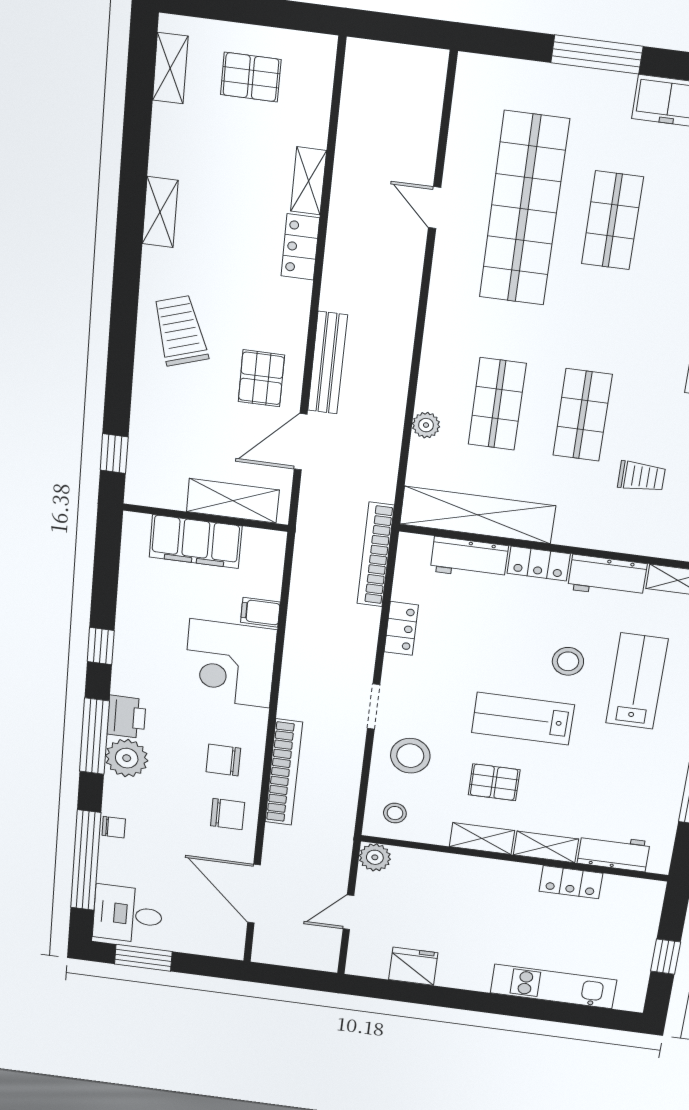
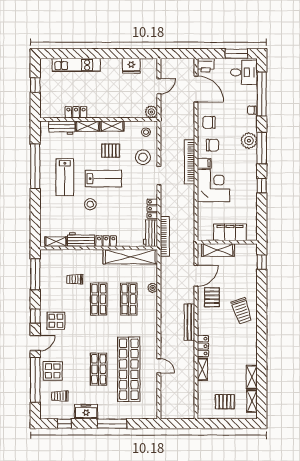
shelving: (160, 212) -> (252, 377), moved
bench: (328, 363) -> (189, 322), moved
workbench: (469, 558) -> (151, 233), moved, turned -90
filing cabinet: (260, 612) -> (204, 163), moved
lab bench: (637, 681) -> (65, 177), moved
printer: (126, 717) -> (206, 65), moved, turned -90
bookcase: (284, 772) -> (190, 162), moved

